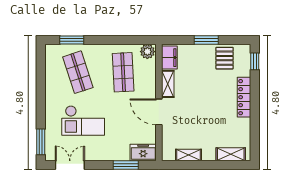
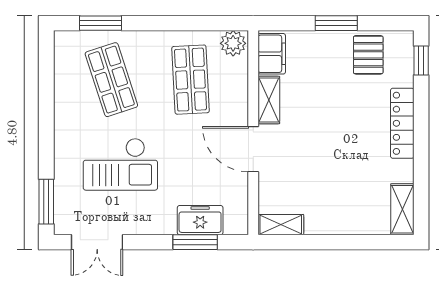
freezer: (143, 152) -> (200, 220), moved
shelving: (231, 154) -> (402, 209), moved, turned 90
shelving: (188, 155) -> (281, 225), moved
double door: (70, 165) -> (97, 242), swing flipped

